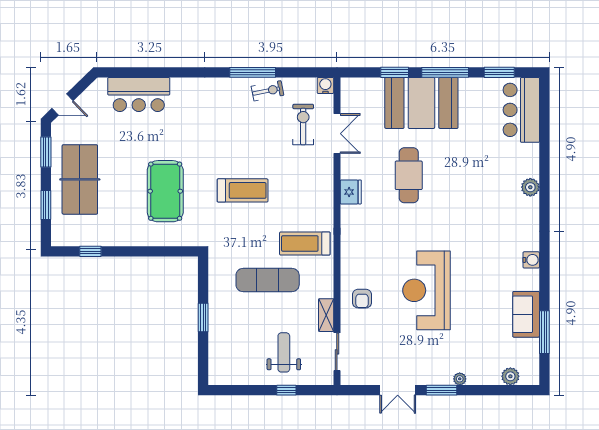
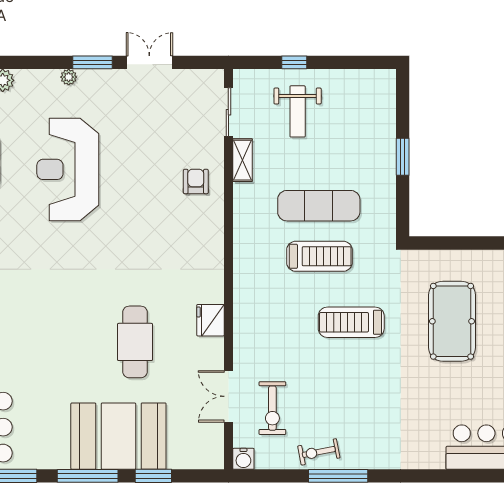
treadmill: (305, 243) -> (319, 256), moved
reception desk: (426, 290) -> (68, 169), moved, turned 180

